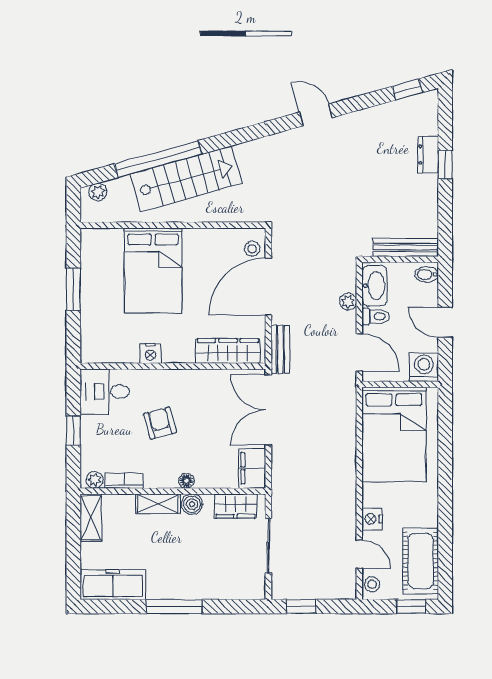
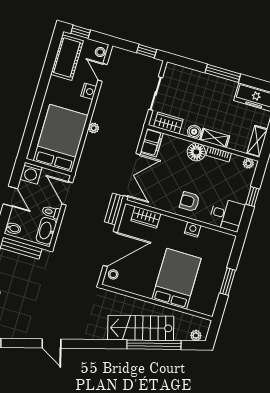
plant: (348, 302) -> (94, 128), moved
wardrobe: (228, 351) -> (146, 217), width x0.67
armchair: (160, 423) -> (190, 202), moved, turned 105
bookcase: (124, 481) -> (219, 154), moved
floor lamp: (186, 481) -> (196, 152), width x1.89, depth x1.89

